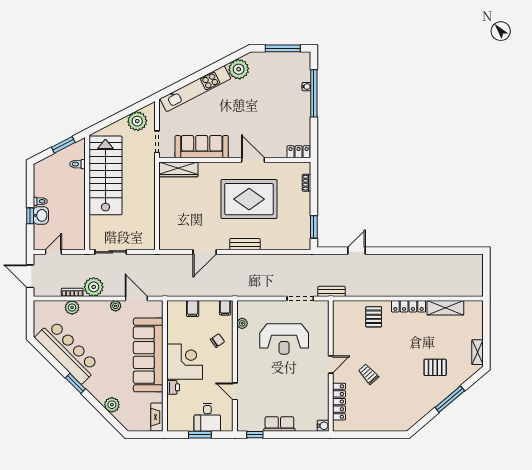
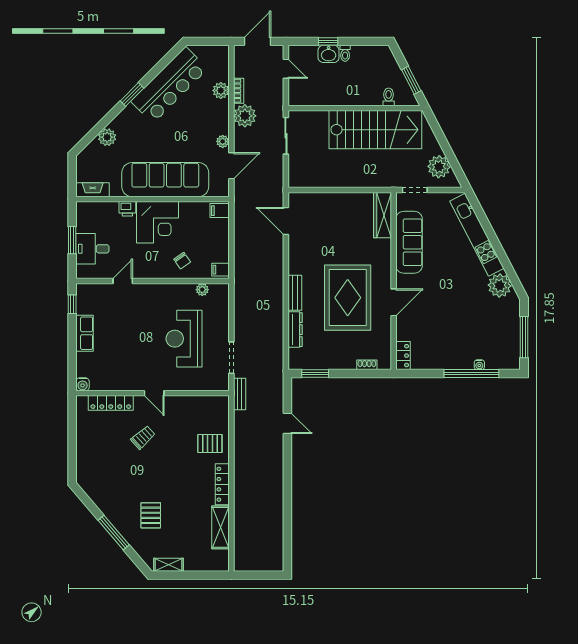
dresser: (276, 244) -> (295, 330), added
door: (205, 252) -> (286, 221), moved
filing cabinet: (193, 309) -> (220, 211), moved

